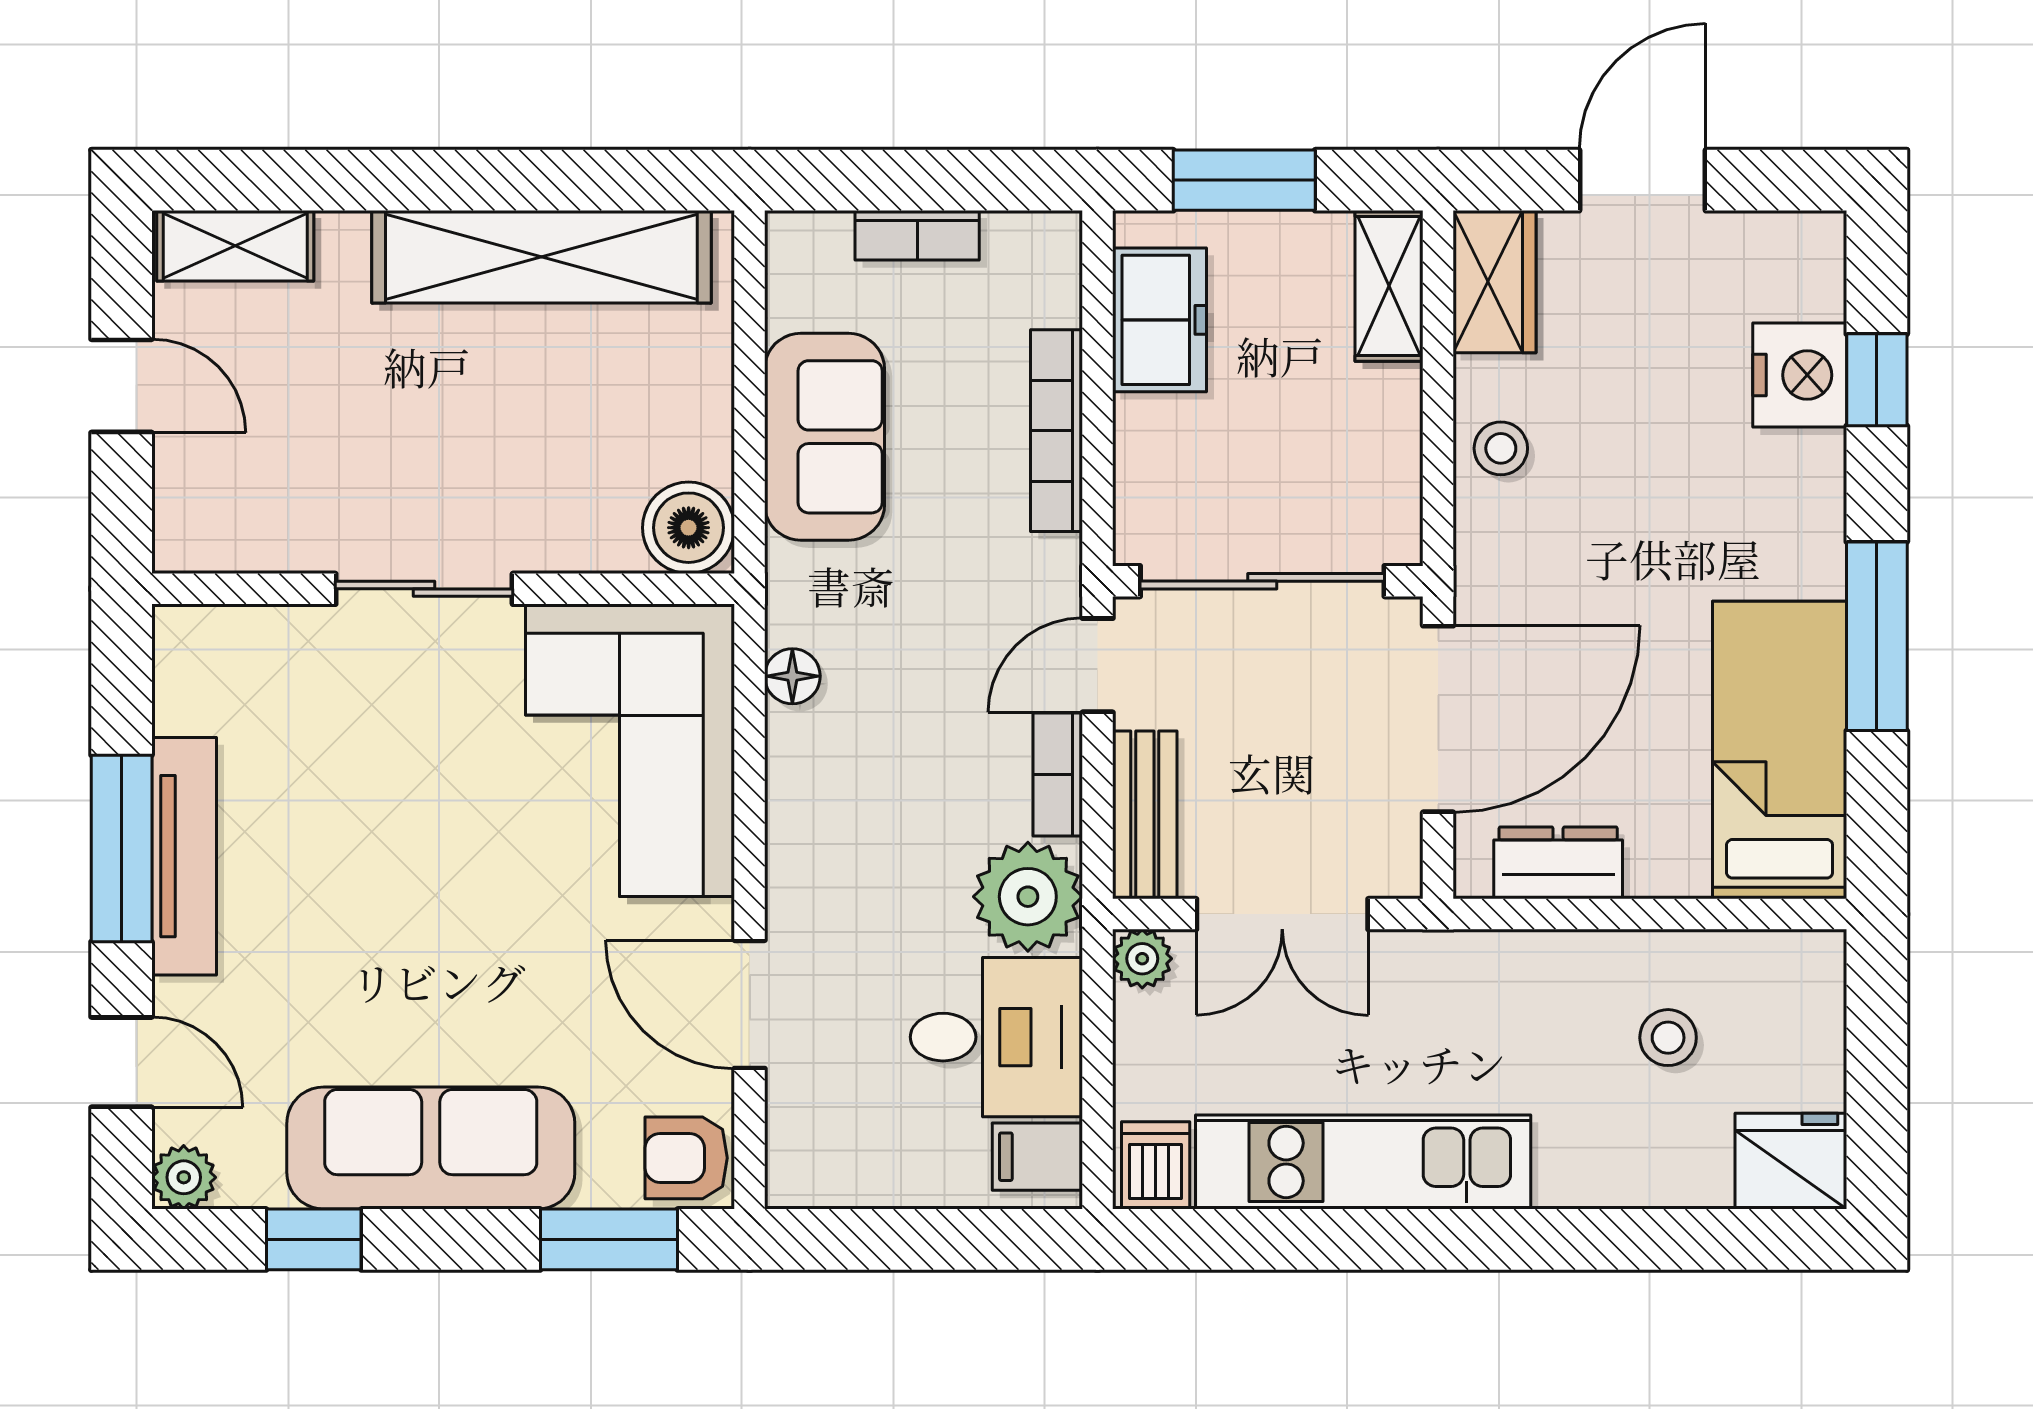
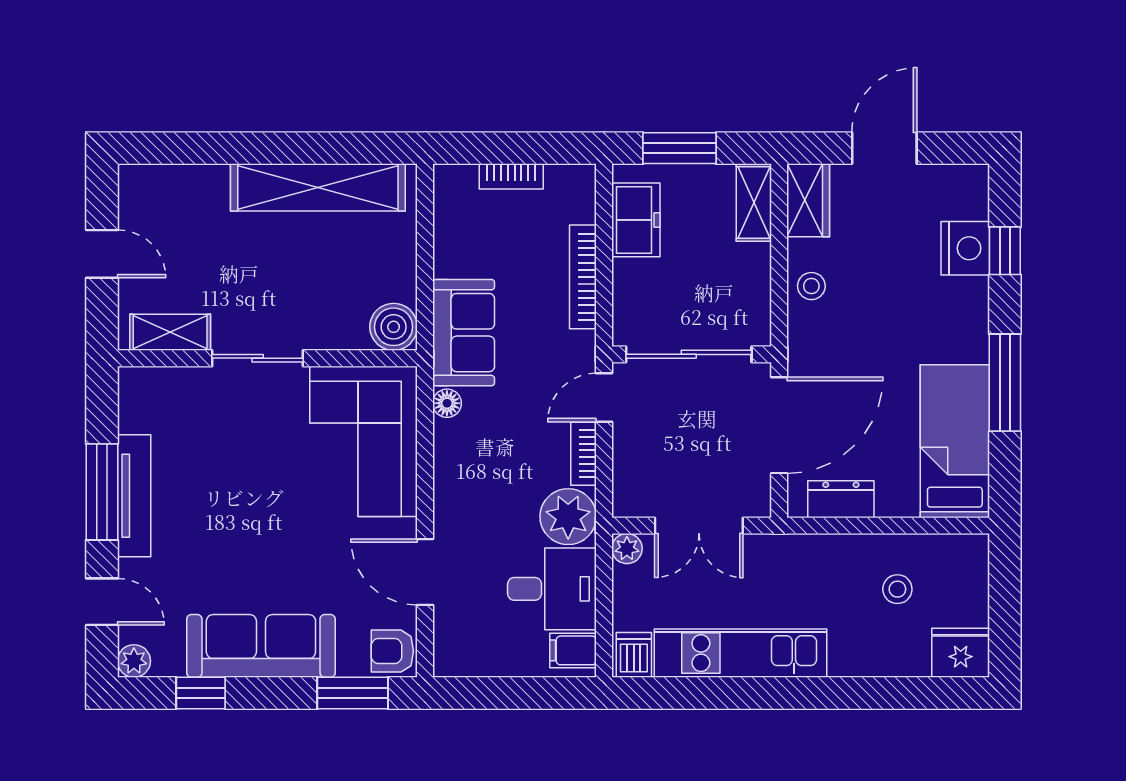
shelving: (235, 246) -> (170, 332), moved
sofa: (825, 437) -> (464, 333), moved
bench: (1145, 815) -> (628, 475), removed

